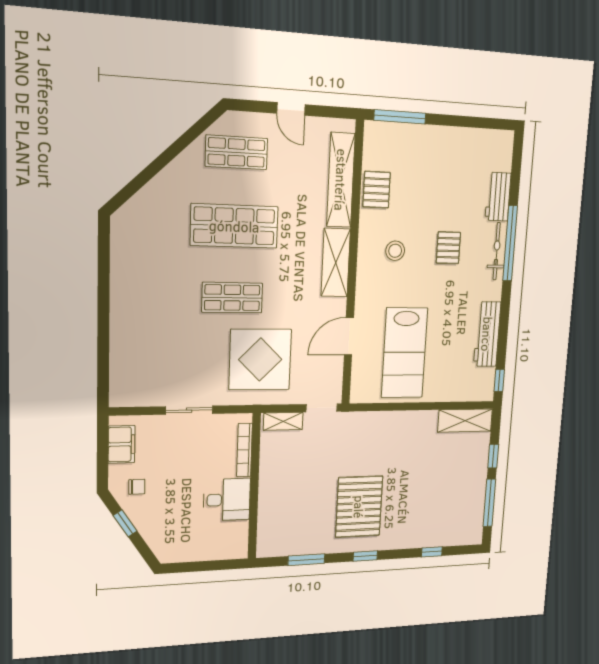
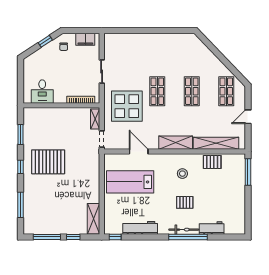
shop shelf: (234, 226) -> (192, 91), width x0.70, depth x0.74
desk: (227, 500) -> (42, 91), moved
window: (432, 552) -> (20, 205), width x2.17

